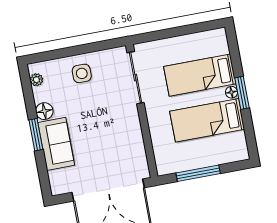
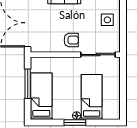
bed: (207, 120) -> (41, 96), moved
armchair: (122, 121) -> (71, 40), added

